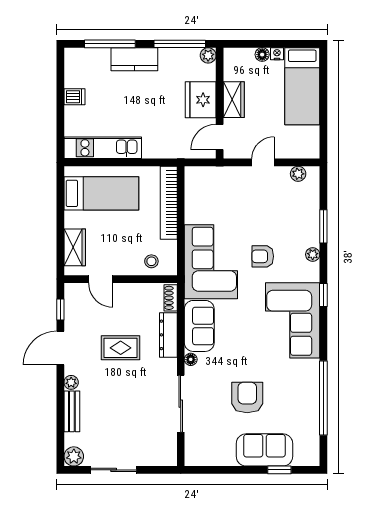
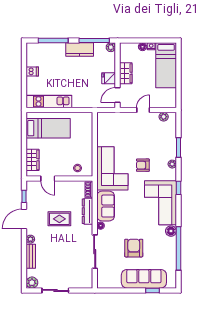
kitchen counter: (134, 59) -> (80, 49), moved
fridge: (201, 100) -> (109, 78), width x0.53, depth x0.75
bookcase: (169, 203) -> (88, 134), removed
floor lamp: (311, 369) -> (171, 231), added
sofa: (264, 450) -> (144, 279), width x1.36

